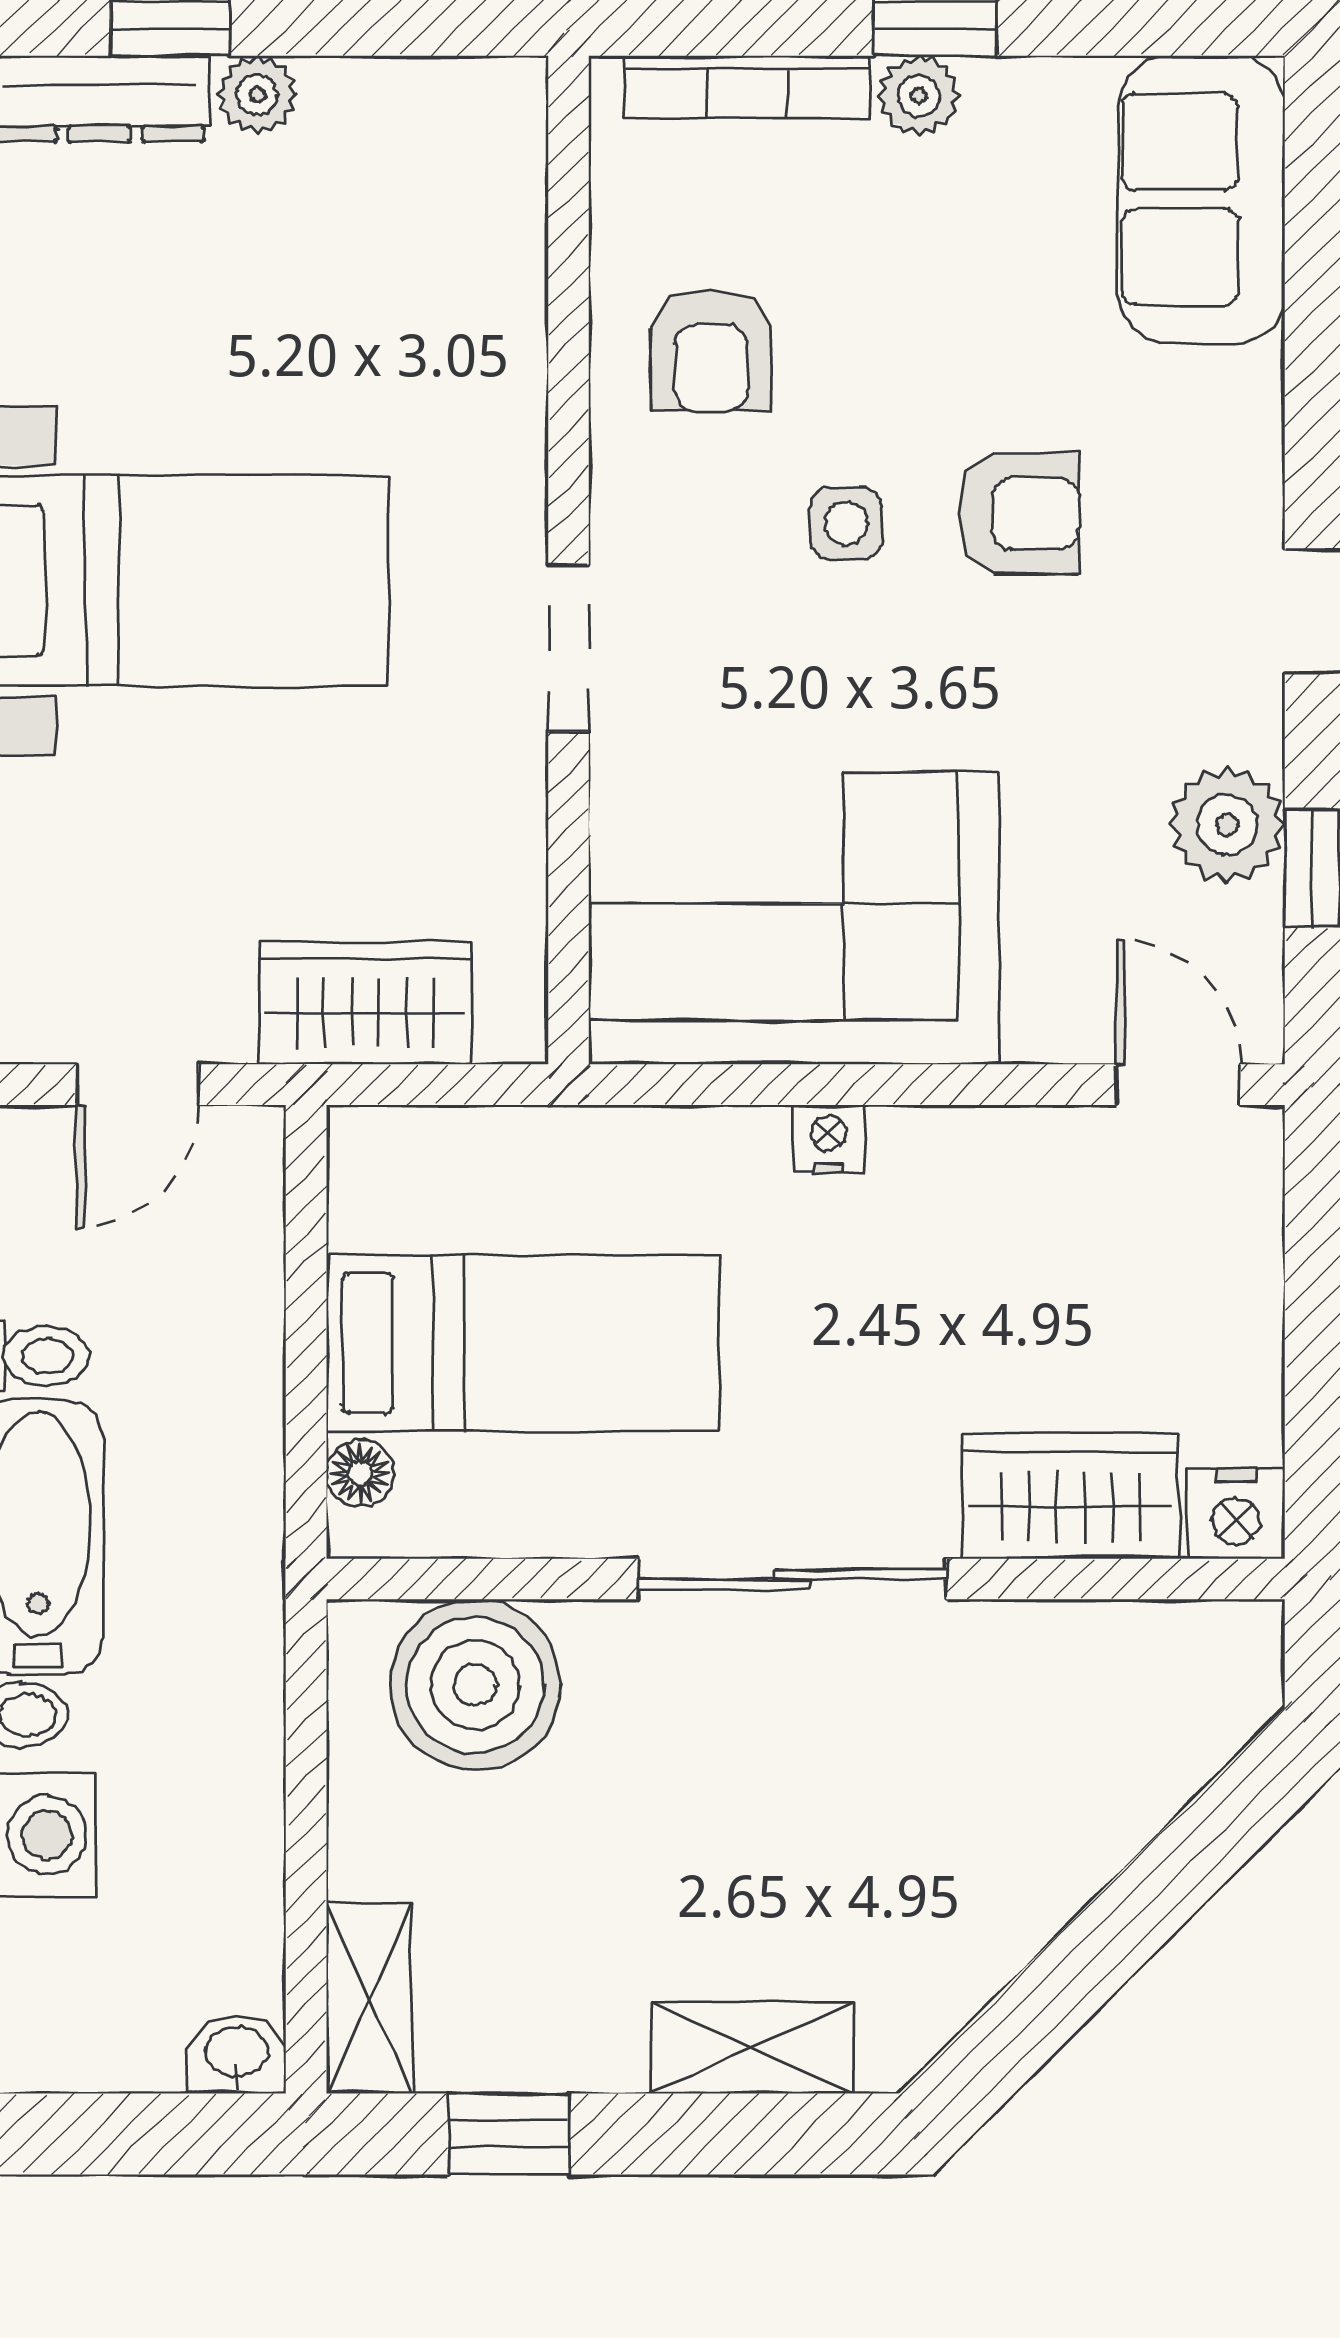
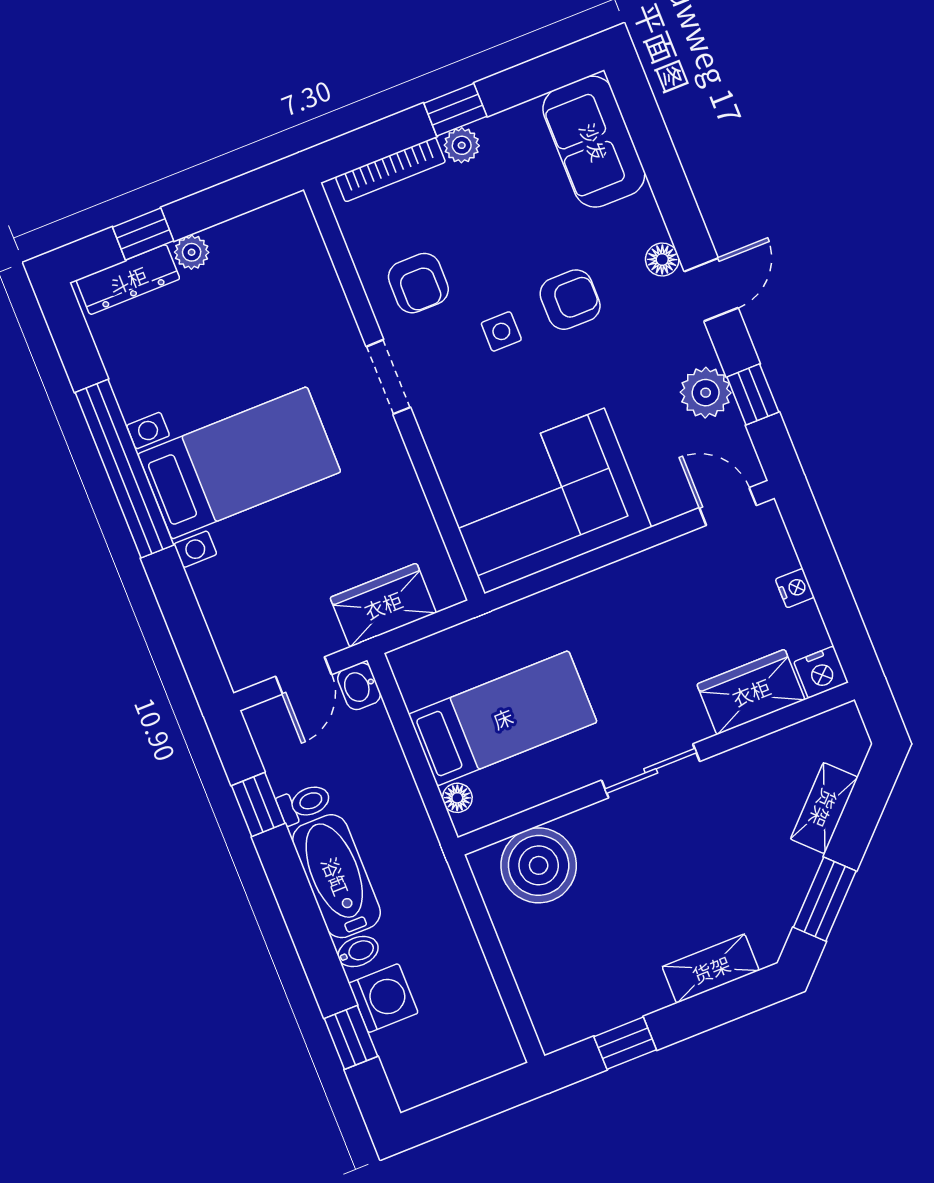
floor lamp: (1247, 506) -> (662, 260), added
doorway: (569, 648) -> (388, 377), moved
nightstand: (828, 1139) -> (795, 588), moved, turned 90
sliding door: (792, 1579) -> (651, 771), width x0.73
window: (1053, 1997) -> (825, 899), added
shelving: (369, 1998) -> (824, 808), moved, turned 45
washbasin: (237, 2054) -> (359, 686), moved, turned -90

